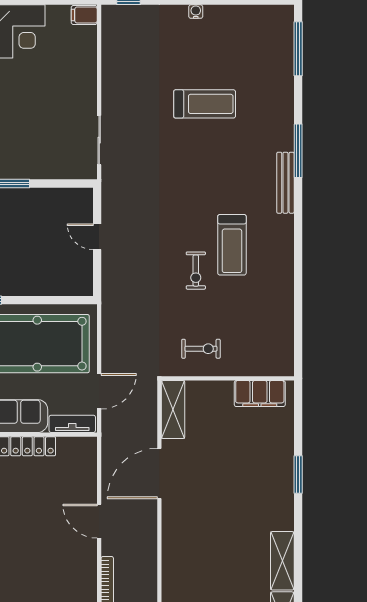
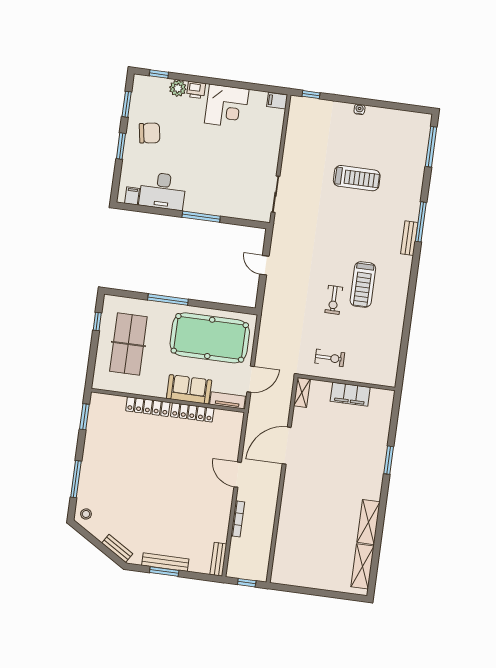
bench: (285, 183) -> (409, 238), width x0.73
filing cabinet: (260, 394) -> (350, 394), moved
shelving: (173, 410) -> (302, 392), width x0.67, depth x0.75

